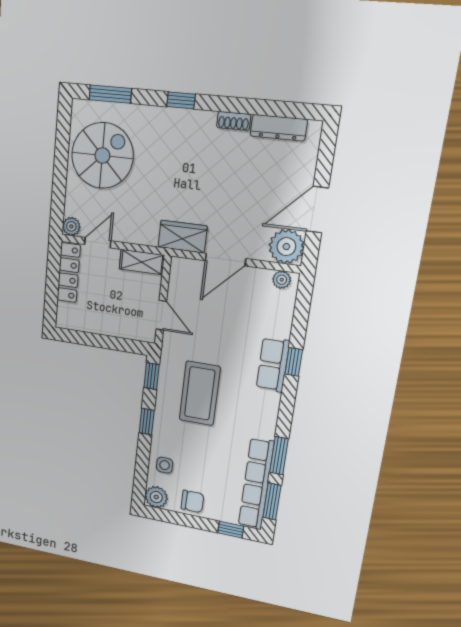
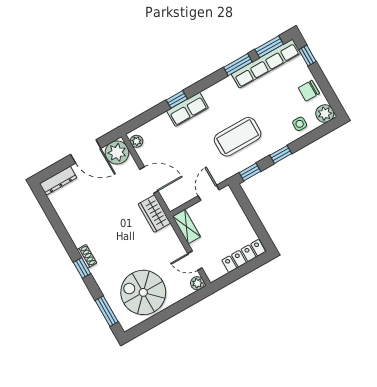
shoe rack: (234, 121) -> (87, 256), moved
dresser: (279, 128) -> (58, 181), moved, turned 90
locker: (69, 273) -> (244, 256), moved
chair: (192, 501) -> (309, 91), turned -90

